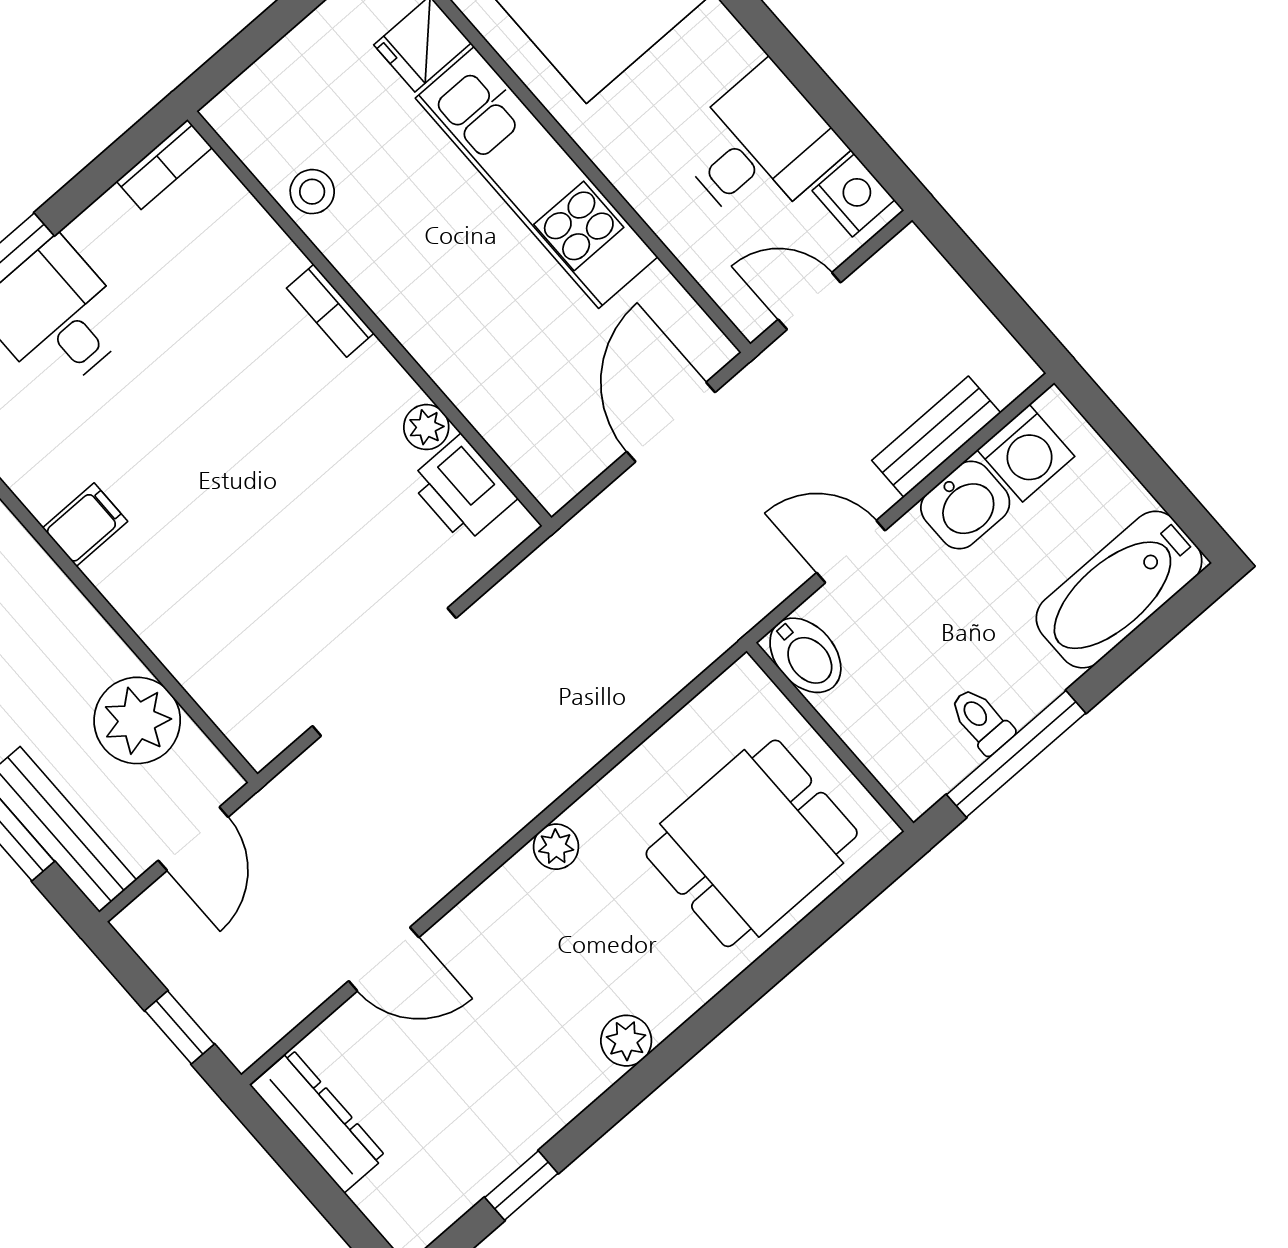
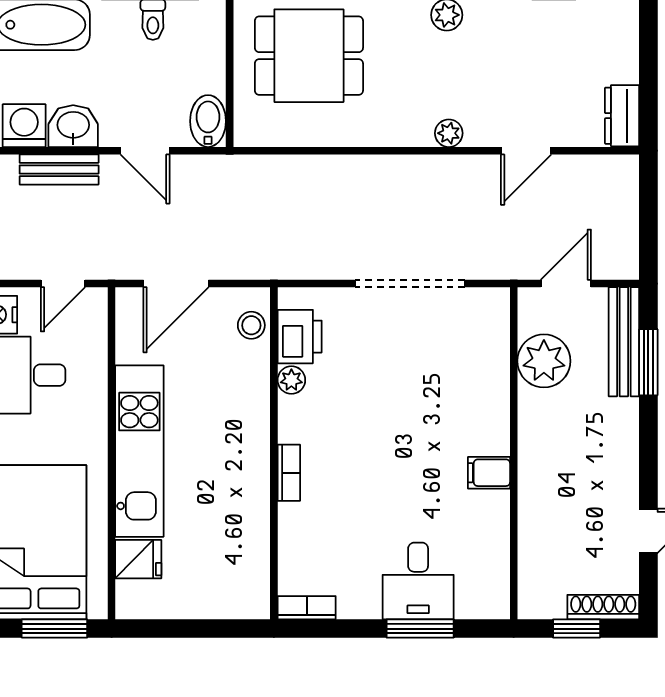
stool: (312, 192) -> (251, 325), moved
door: (809, 301) -> (63, 284), hinge flipped
plant: (556, 847) -> (449, 133), moved
door: (384, 959) -> (526, 151), swing flipped
window: (180, 1027) -> (648, 202), removed
dresser: (318, 1121) -> (622, 116), width x0.70

